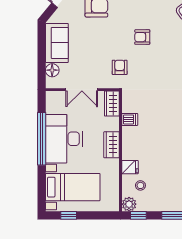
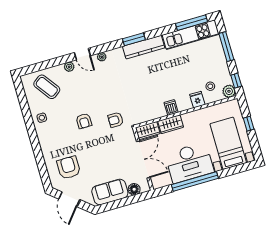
armchair: (120, 67) -> (116, 120), moved
double door: (82, 90) -> (143, 159), width x1.37
dishwasher: (130, 119) -> (171, 107), moved
wardrobe: (112, 145) -> (171, 124), moved
window: (69, 215) -> (249, 124), moved

